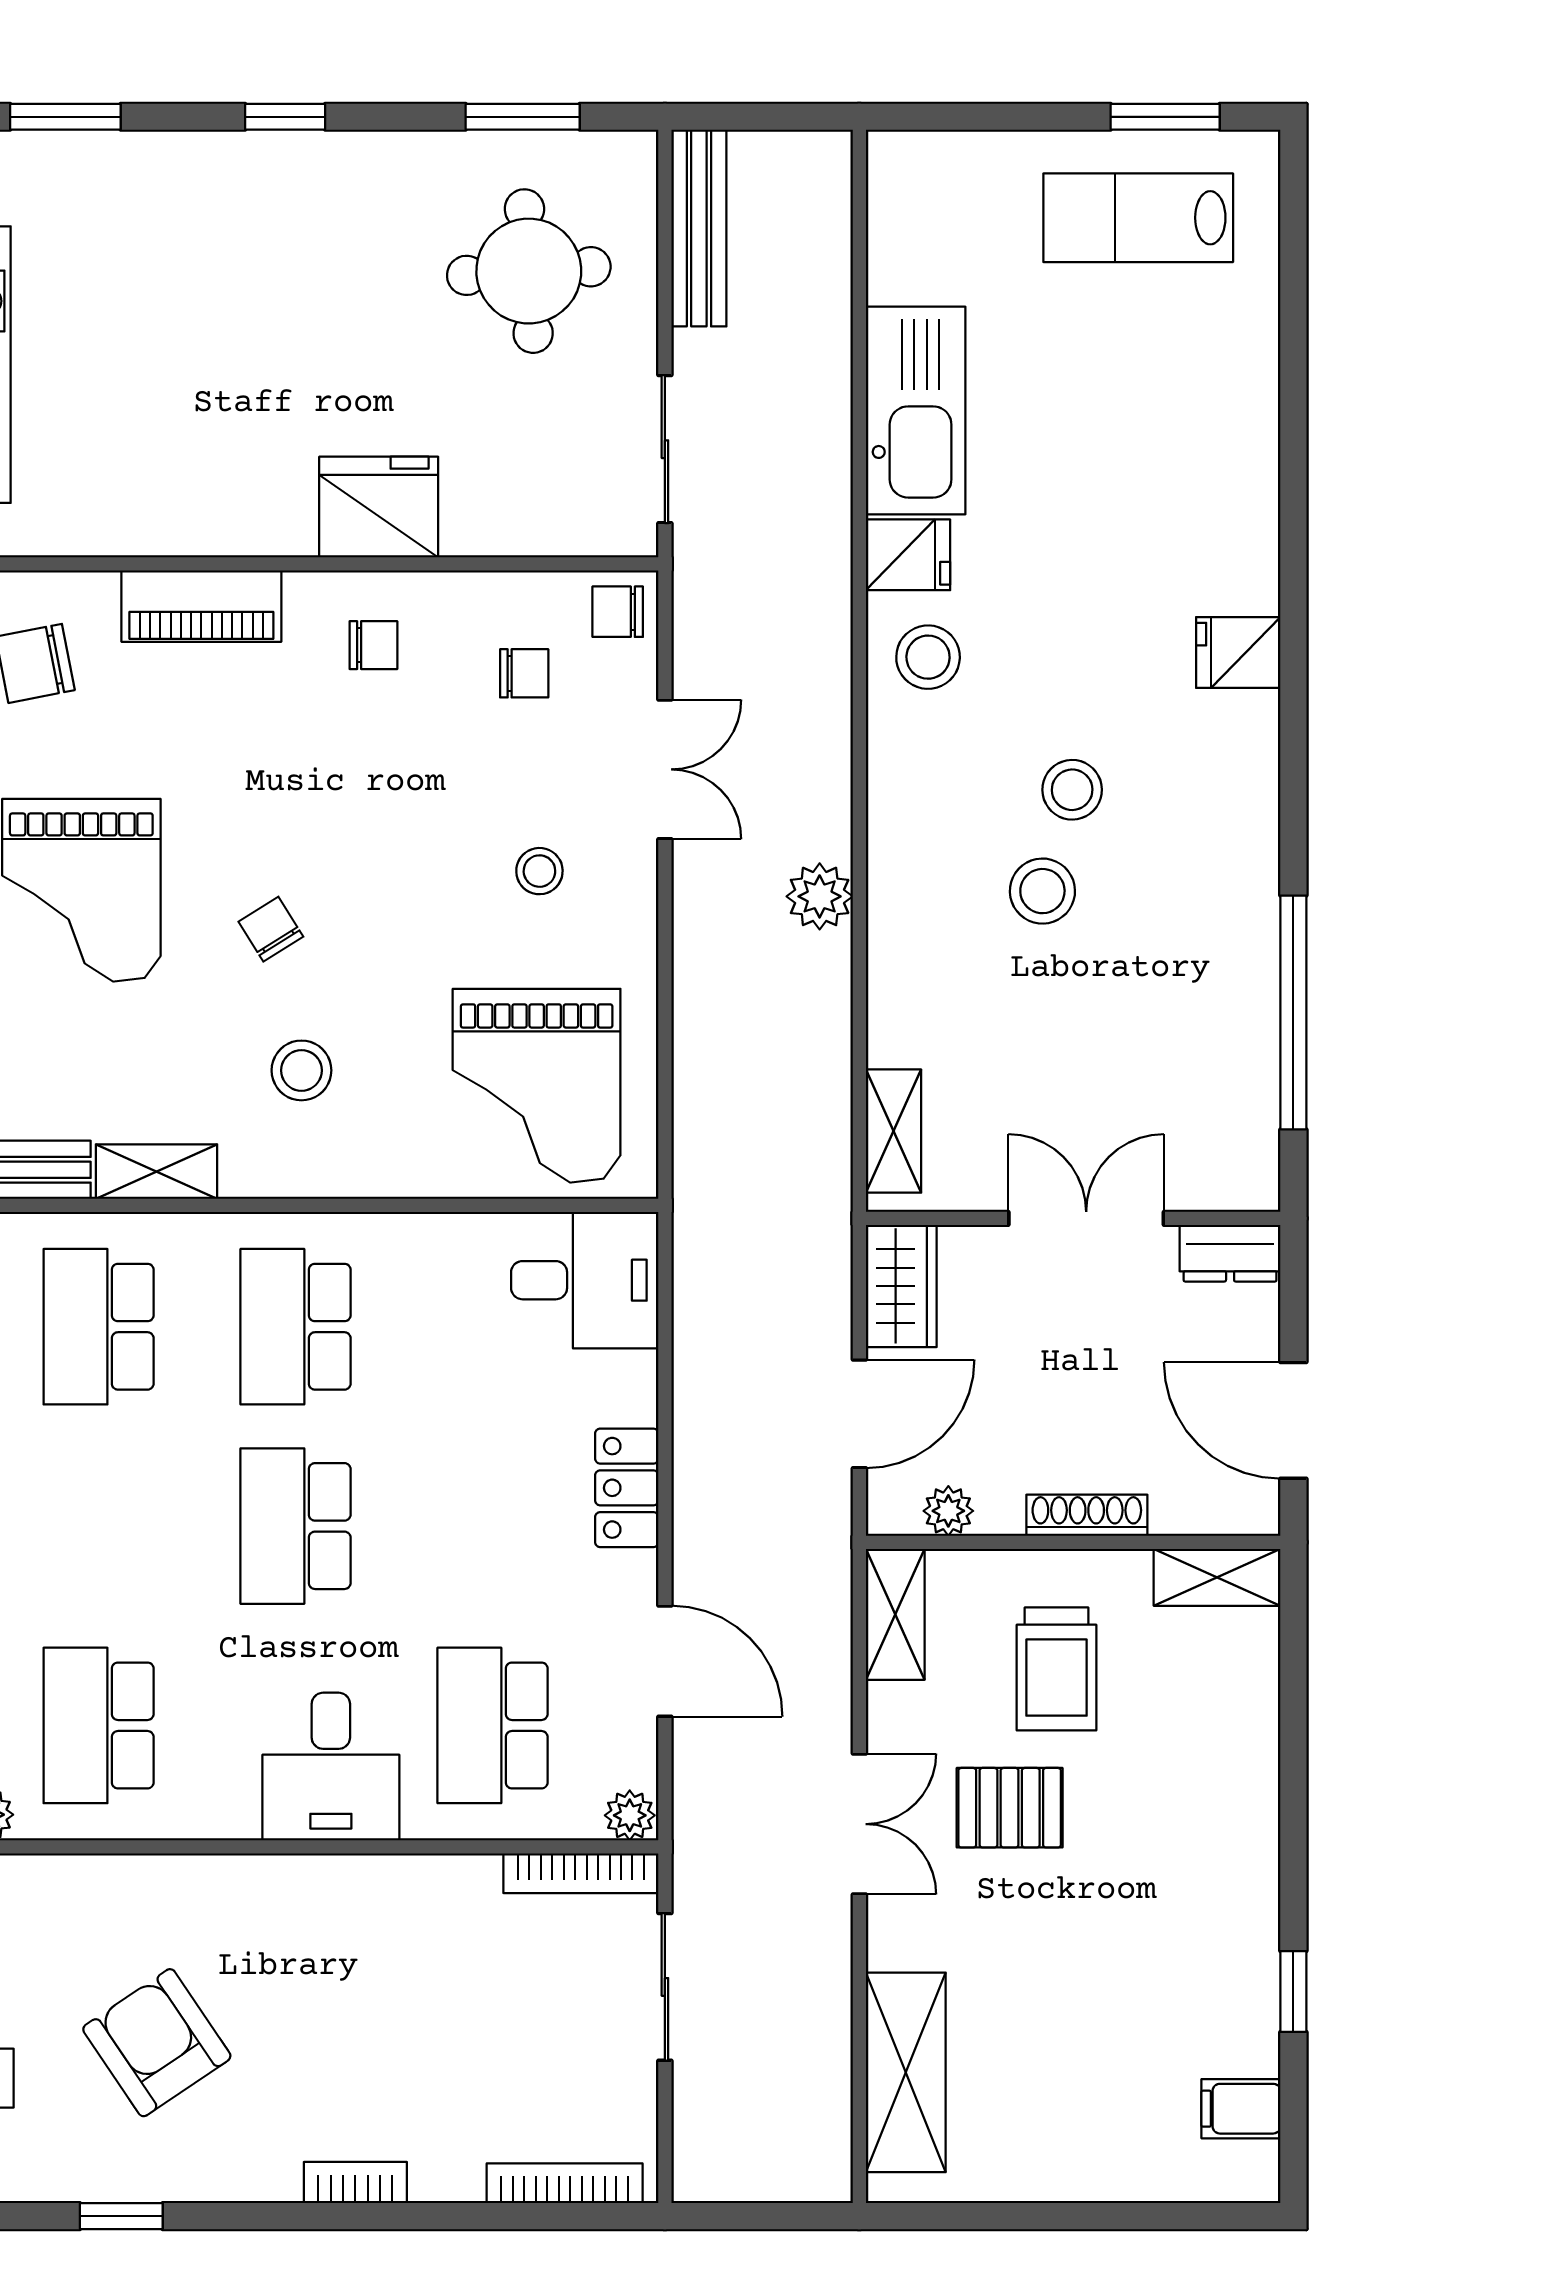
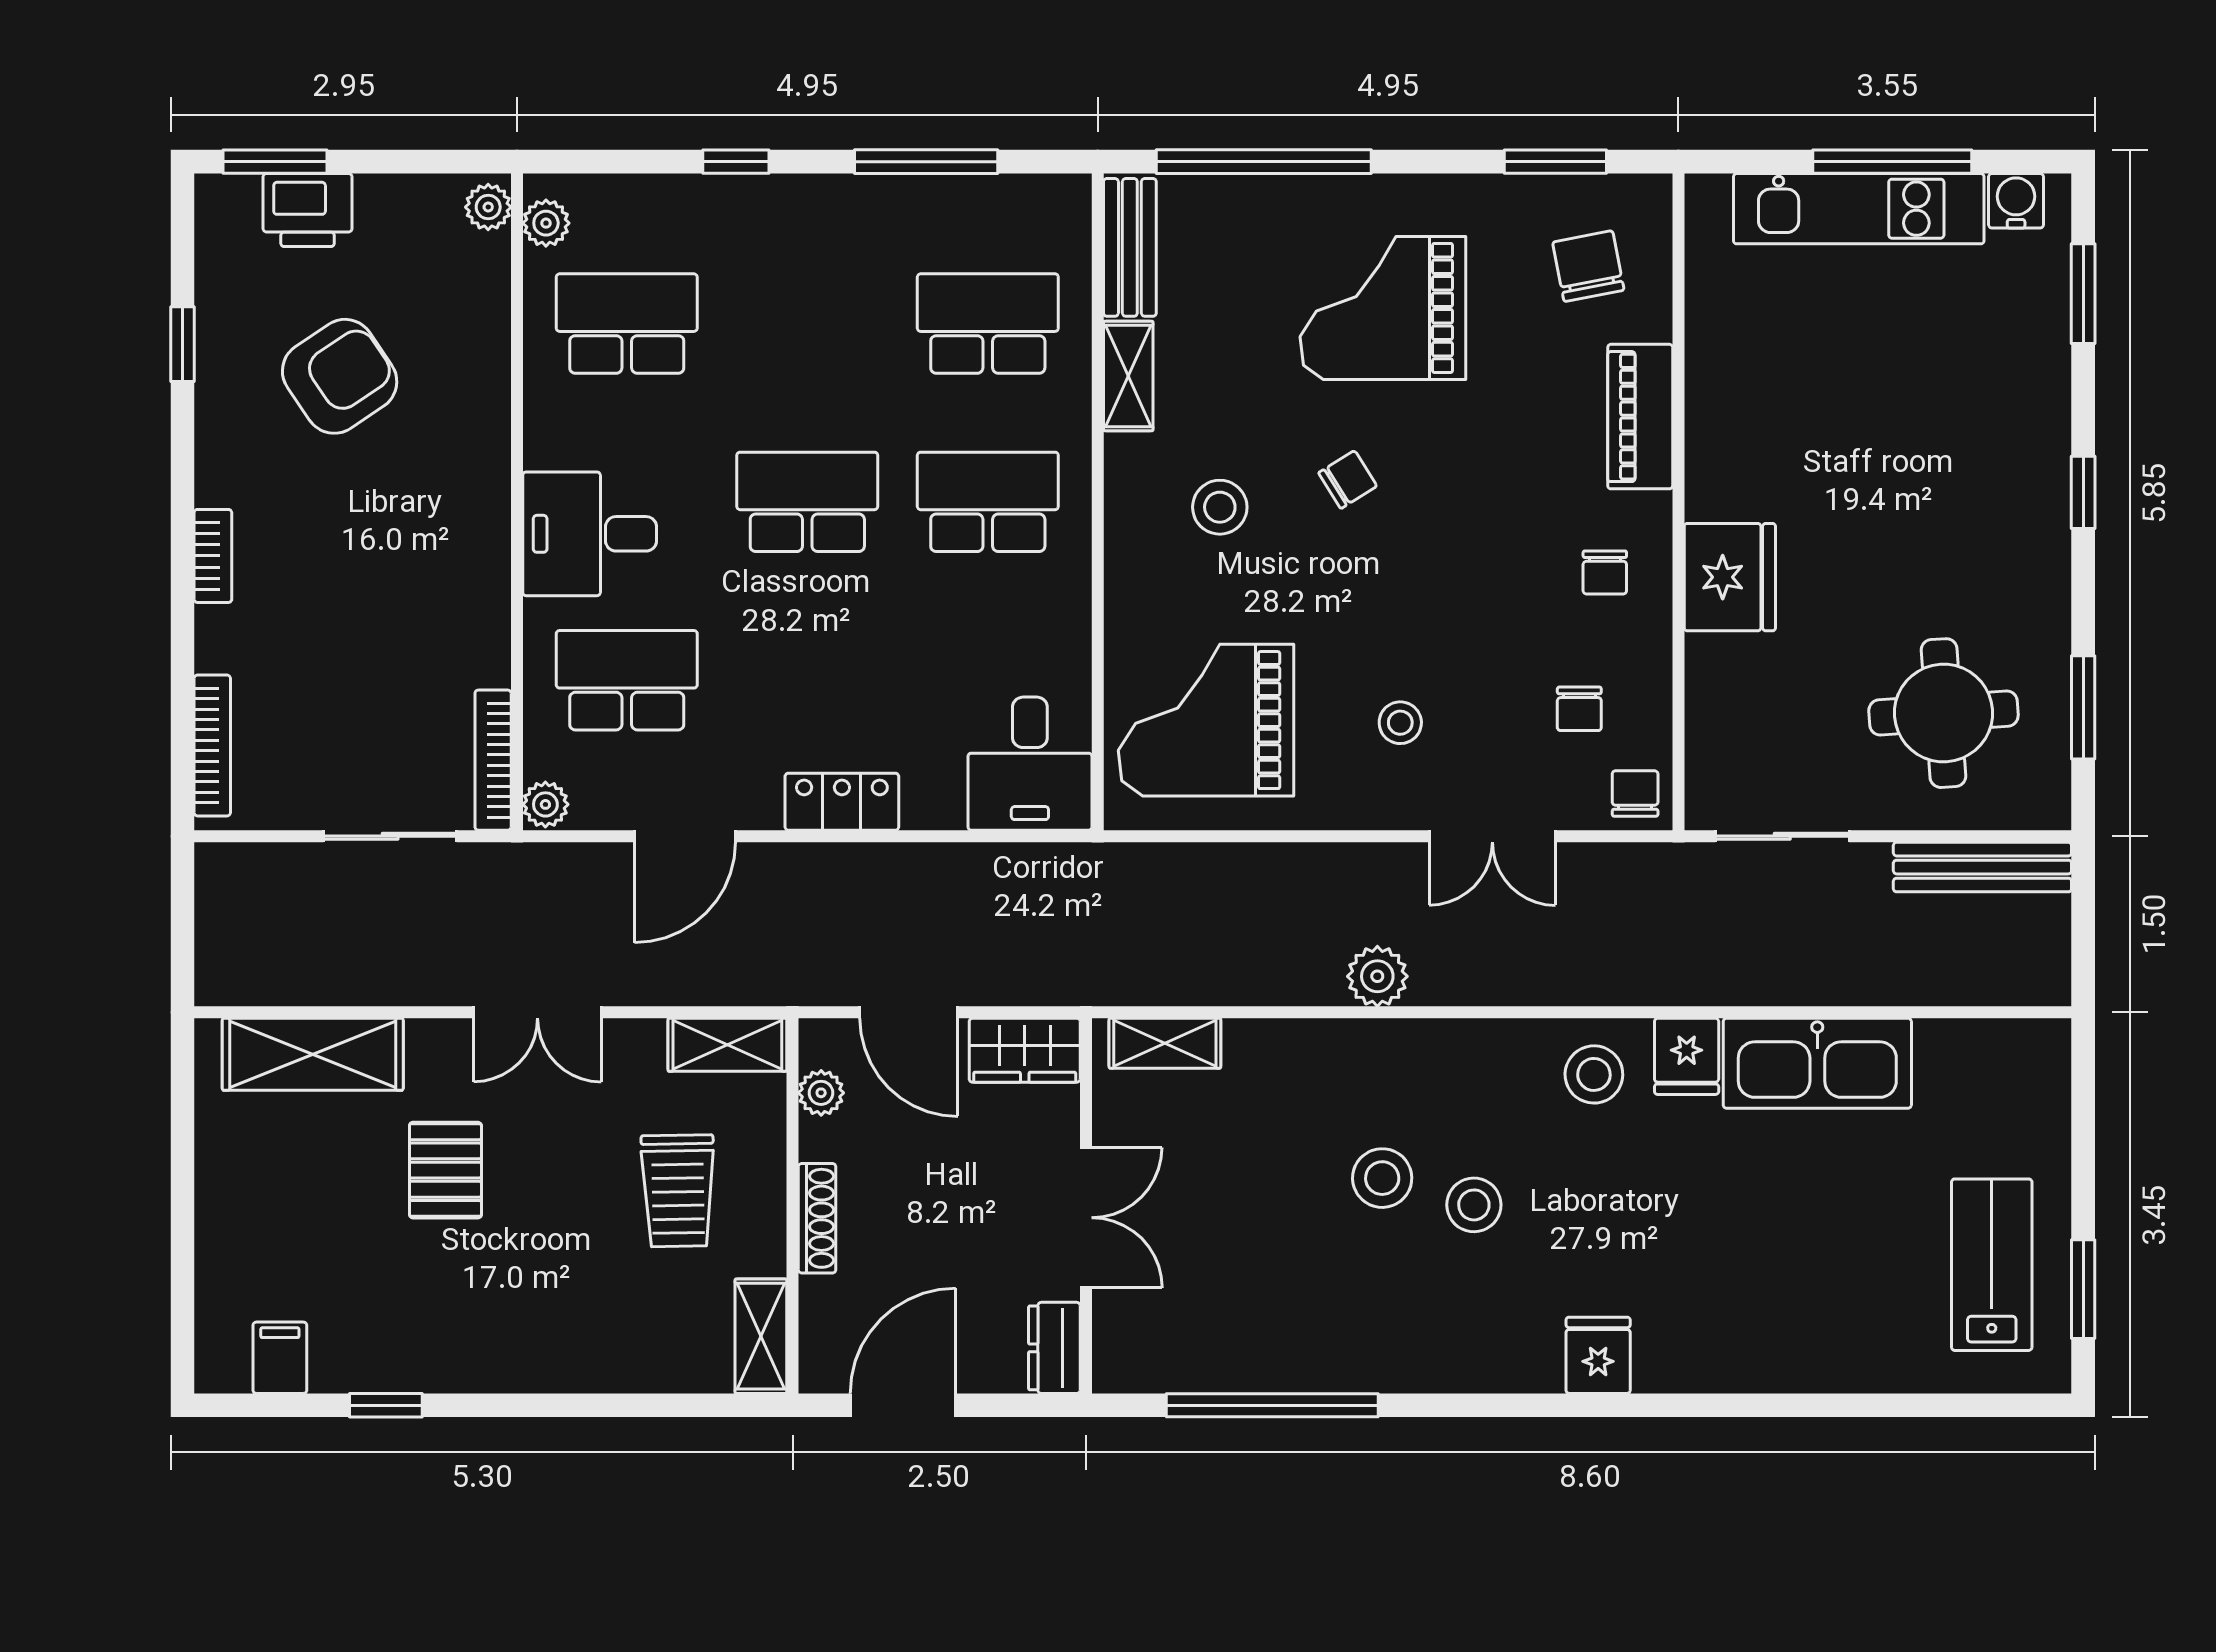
trolley: (1057, 1669) -> (678, 1191), turned -91
pallet: (1010, 1808) -> (445, 1170), moved

